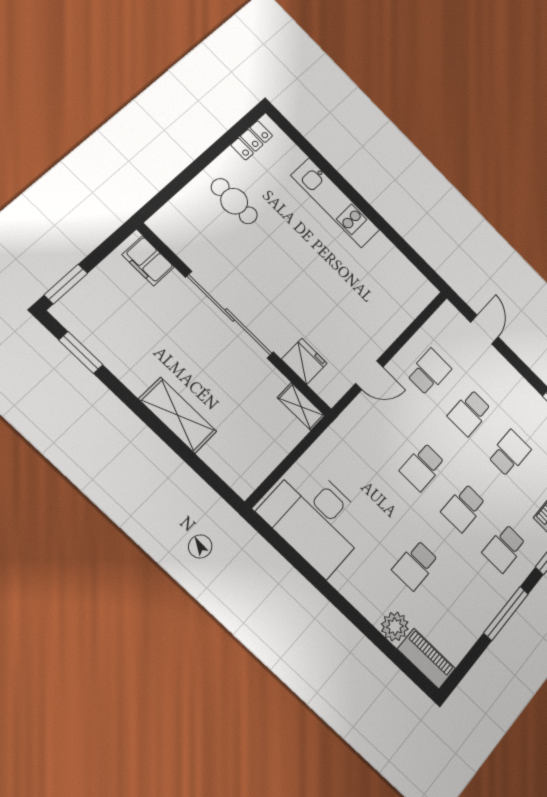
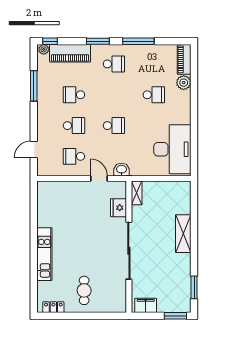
filing cabinet: (148, 261) -> (146, 305), moved, turned -90
washbasin: (353, 418) -> (121, 170), added
school desk: (464, 508) -> (114, 95), removed

